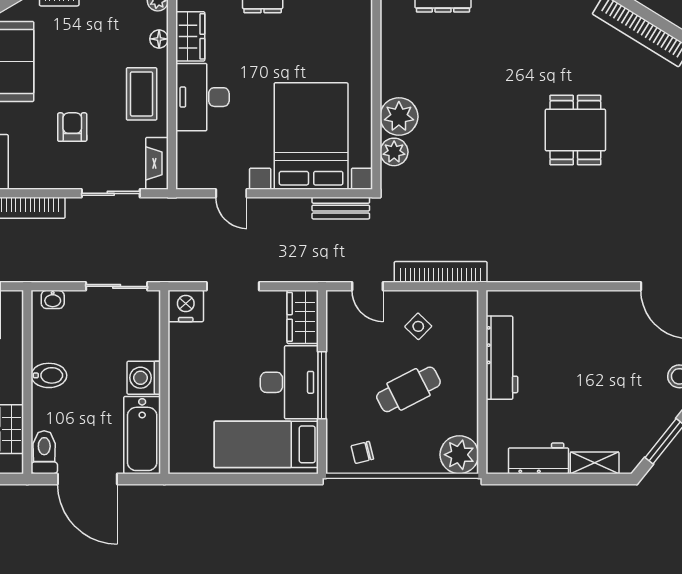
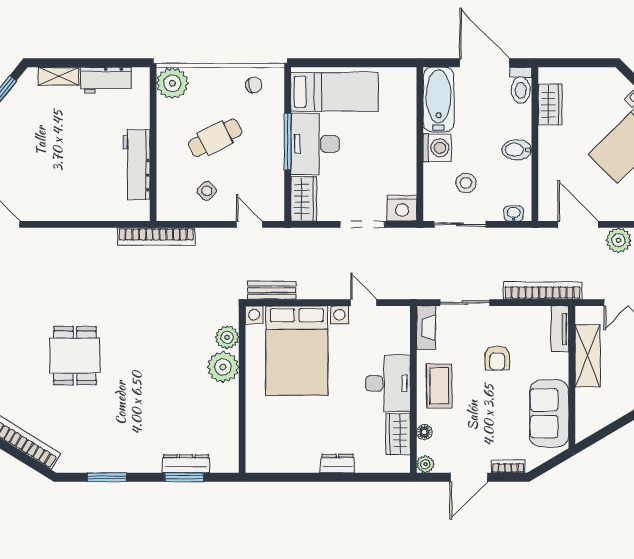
bookcase: (441, 272) -> (156, 237), moved
stool: (109, 336) -> (466, 183), added

